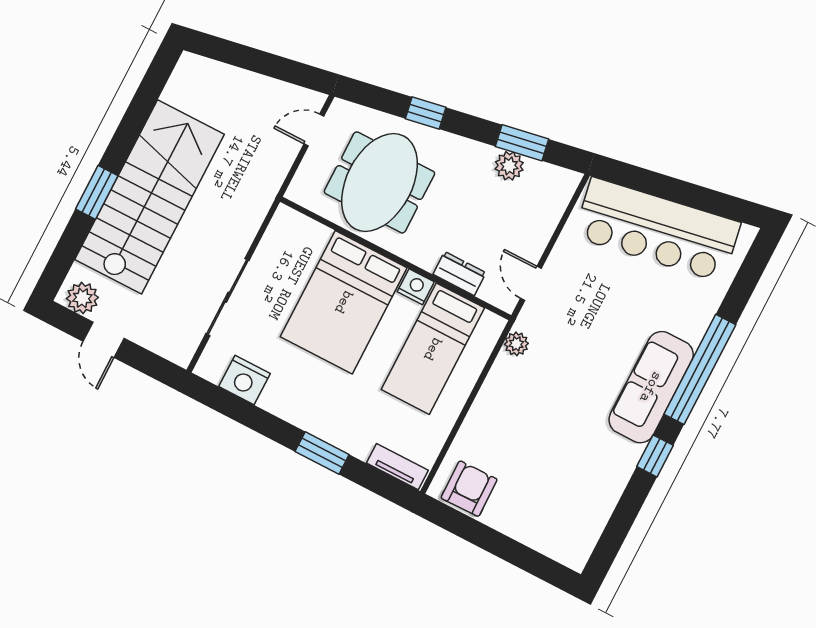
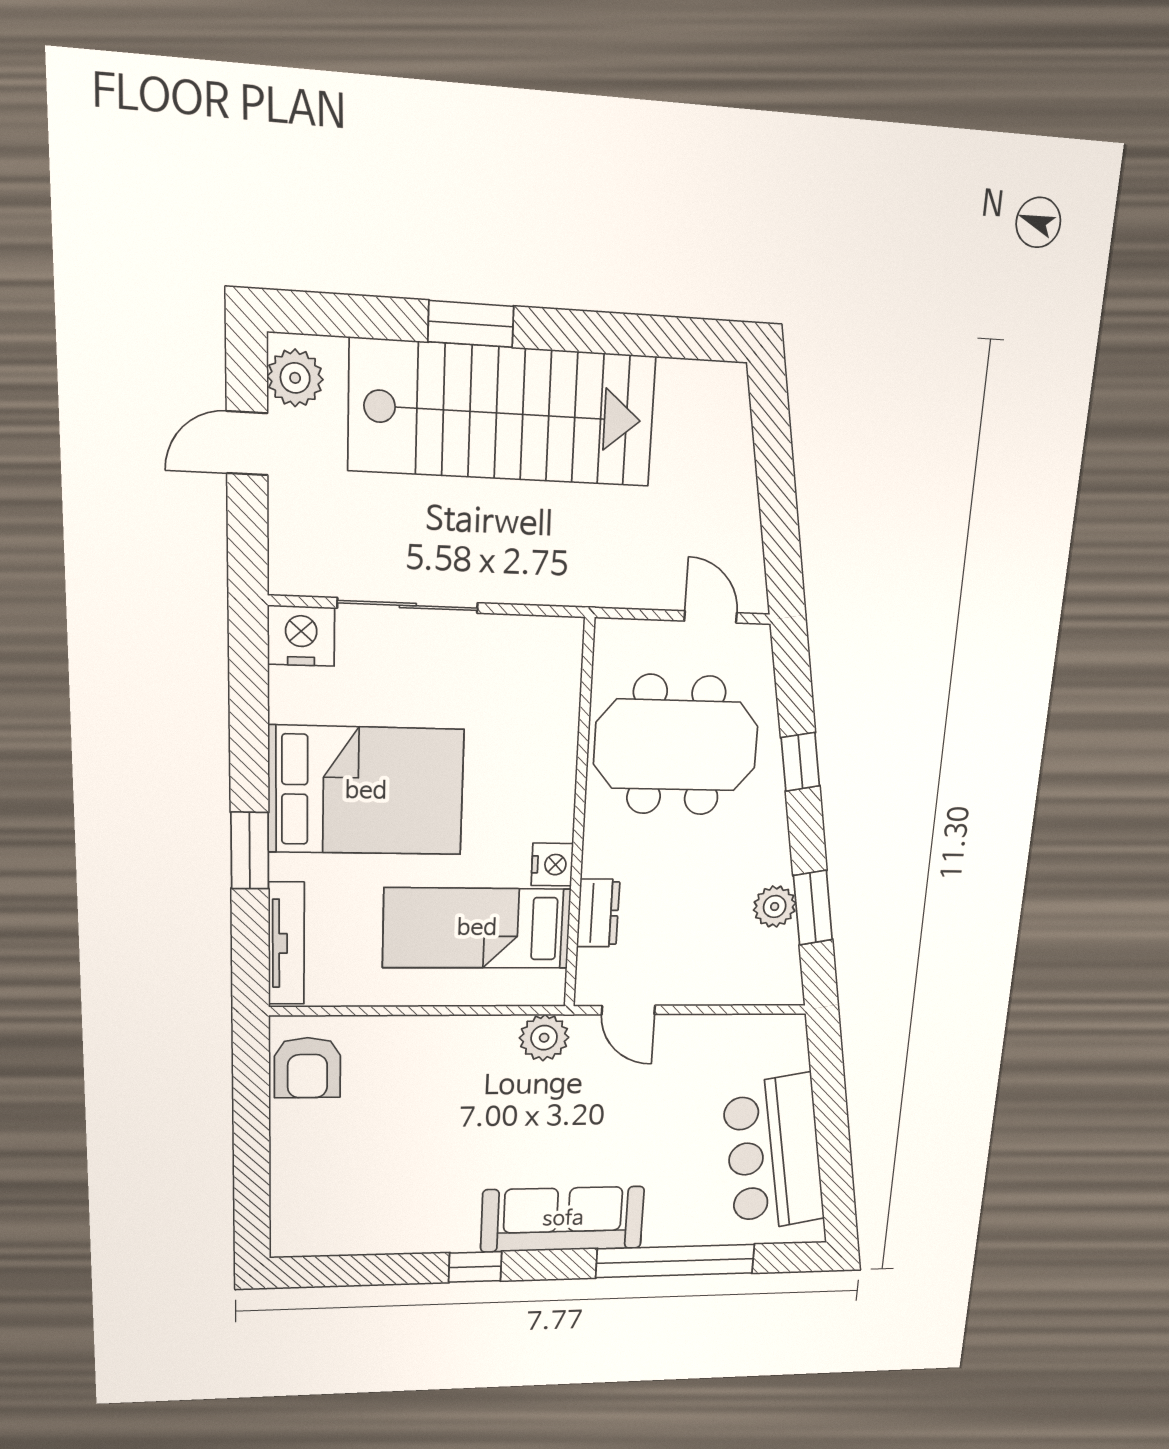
bar counter: (657, 230) -> (774, 1154), width x0.73
door: (531, 283) -> (628, 1010), swing flipped
bed: (344, 302) -> (366, 791), moved, turned 180
plant: (516, 344) -> (544, 1038), width x1.38, depth x1.38
window: (700, 369) -> (675, 1261), moved
nightstand: (245, 380) -> (301, 636), moved, turned 90
tv unit: (397, 467) -> (286, 943), width x1.41
armchair: (469, 489) -> (307, 1068), turned 91

